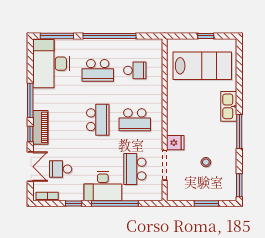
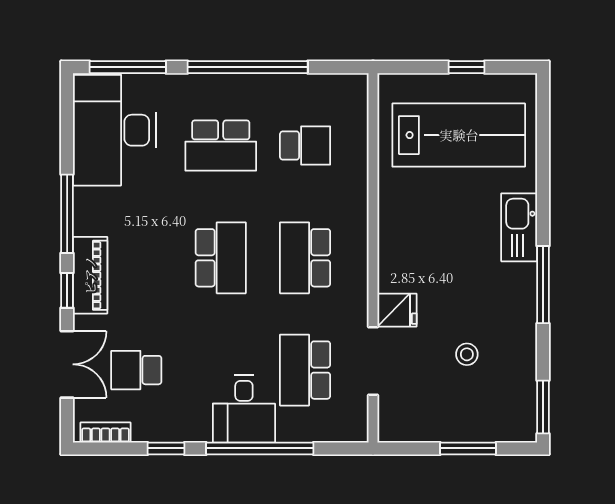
school desk: (135, 120) -> (305, 258), turned 90
desk: (103, 186) -> (244, 409), width x0.73

